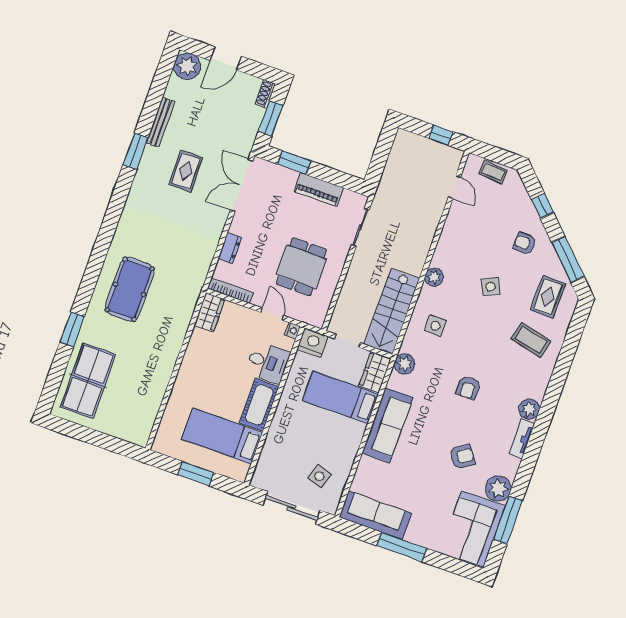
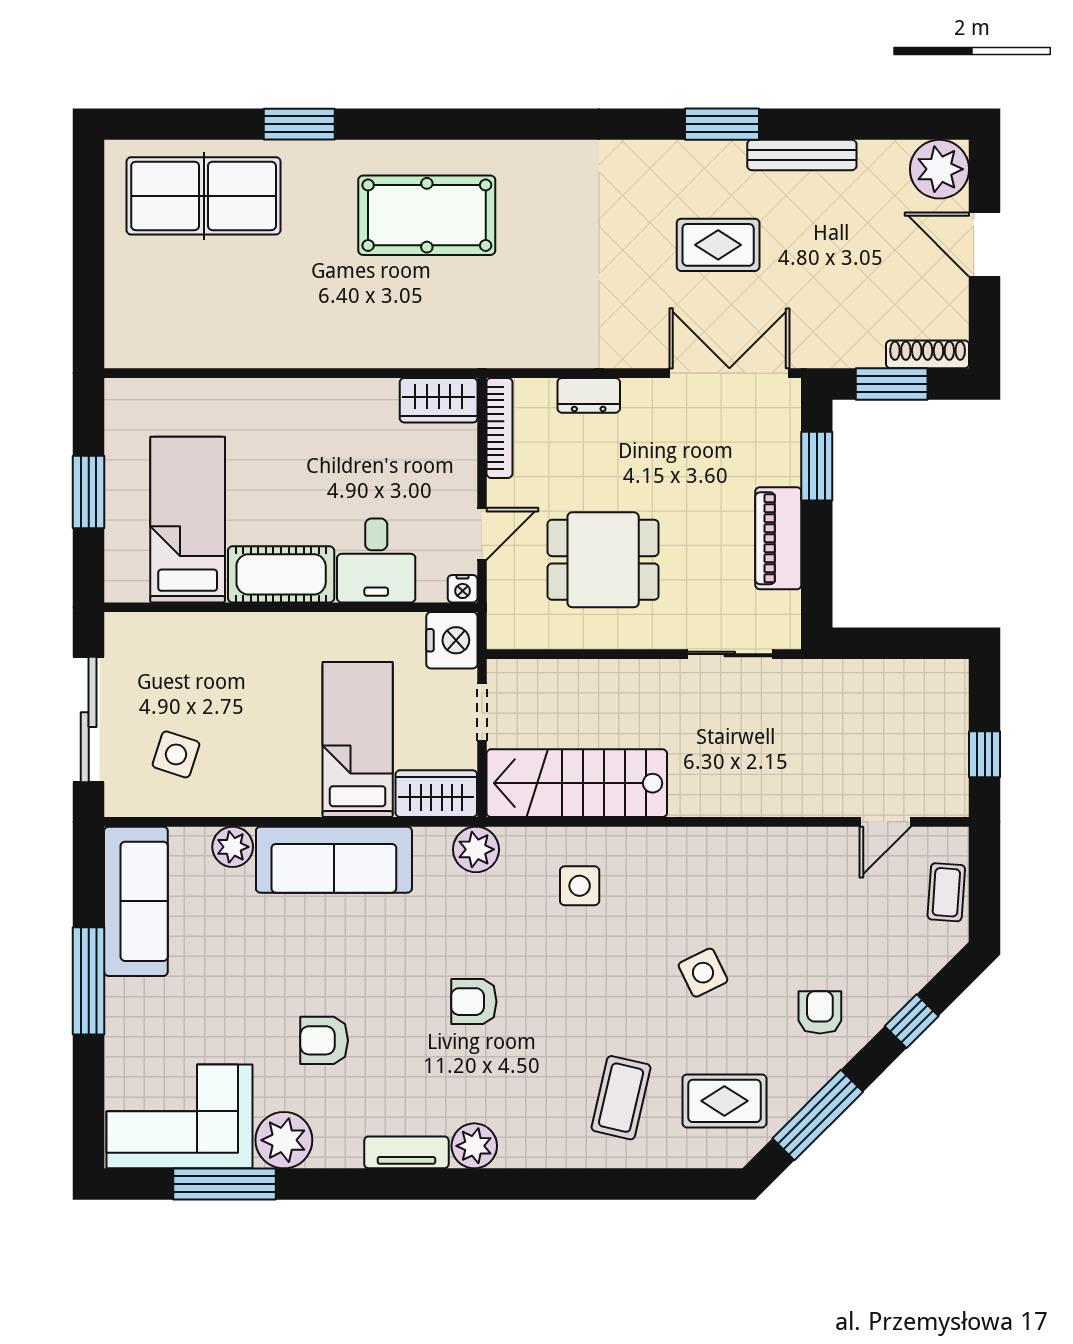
shoe rack: (265, 94) -> (928, 354), width x1.43
plant: (434, 277) -> (233, 847), moved
armchair: (462, 457) -> (324, 1040), turned 125

